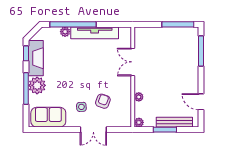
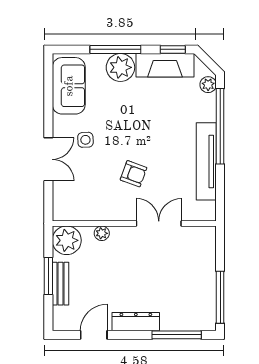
plant: (65, 32) -> (208, 85), moved
dresser: (193, 76) -> (136, 322), added
armchair: (103, 101) -> (134, 174), moved
plant: (139, 122) -> (67, 240), width x1.87, depth x1.87
bench: (174, 122) -> (60, 284), width x0.73
double door: (93, 130) -> (48, 159), swing flipped

